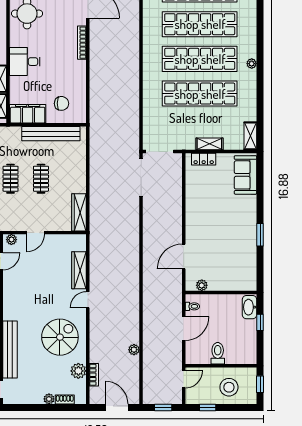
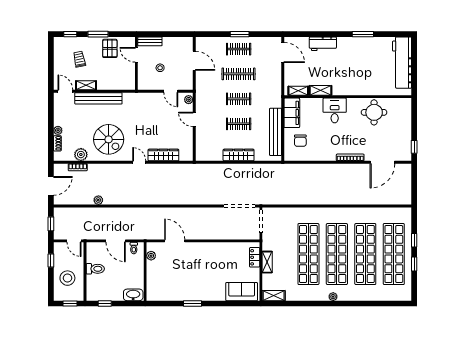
wardrobe: (79, 212) -> (239, 155), moved
window: (260, 322) -> (105, 304), moved

